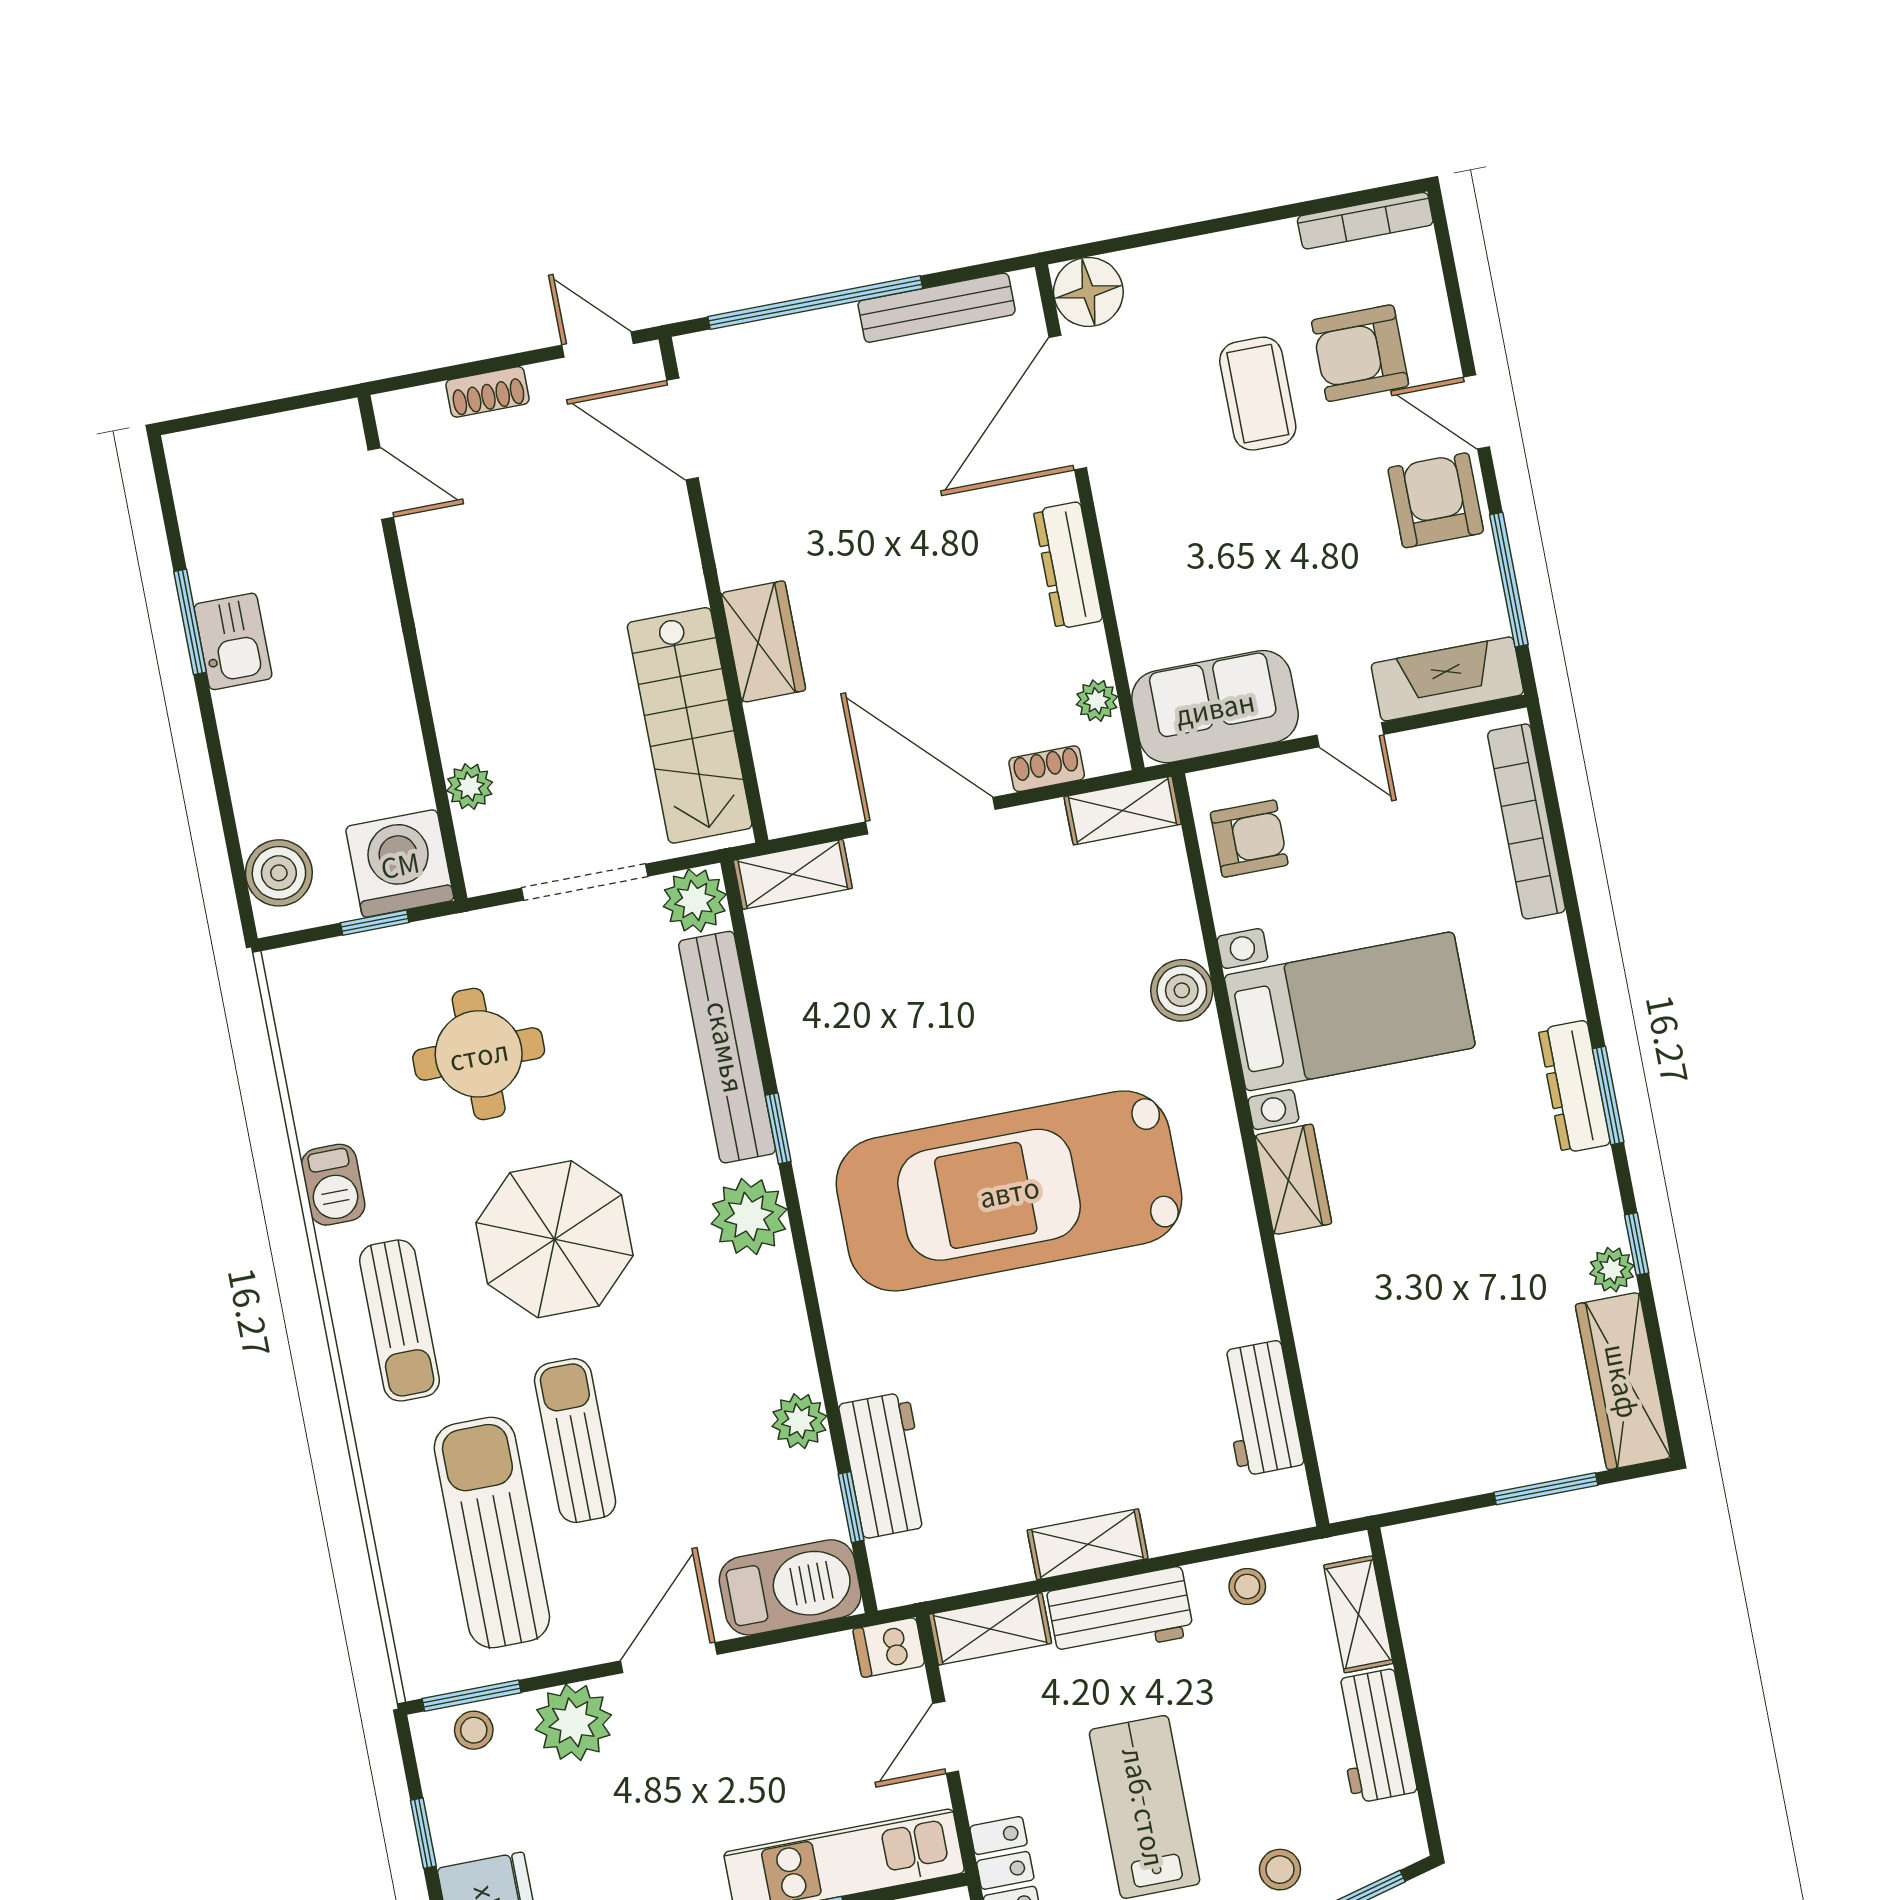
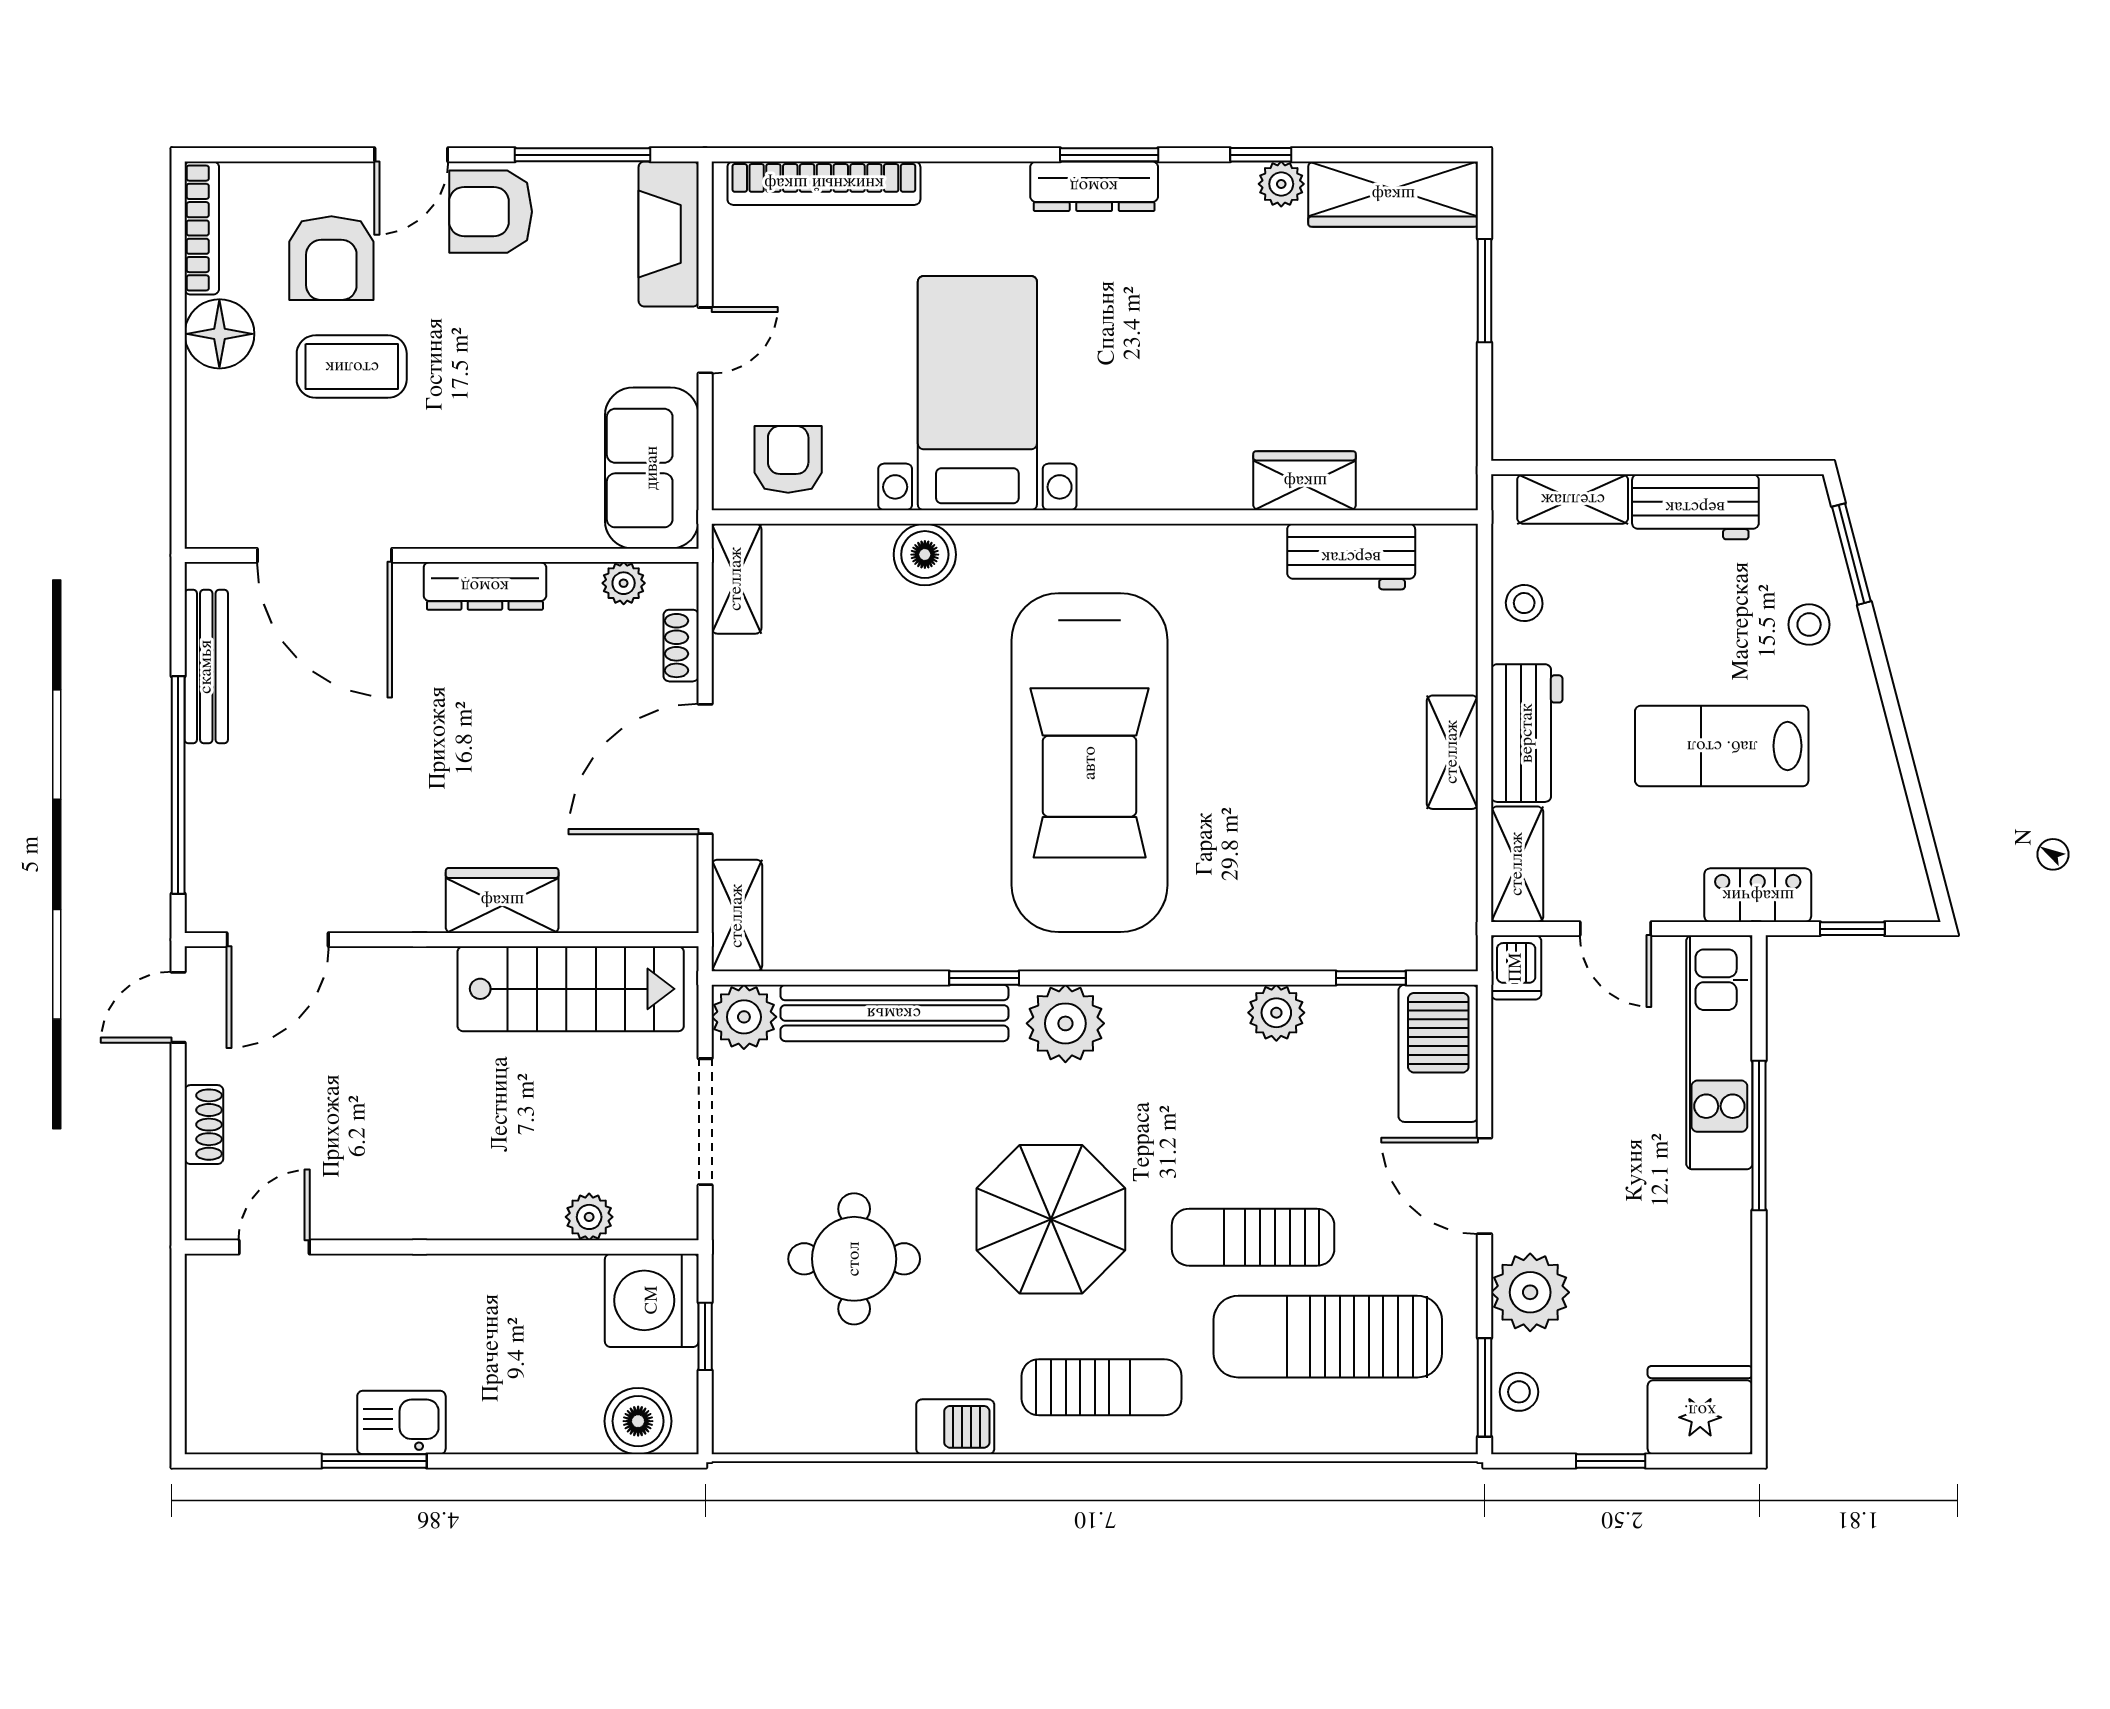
floor lamp: (1088, 292) -> (219, 334), moved
wardrobe: (1293, 1179) -> (1305, 481), moved
workbench: (886, 1465) -> (1336, 936), removed

